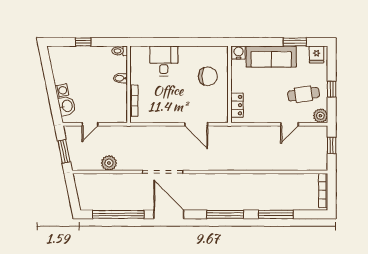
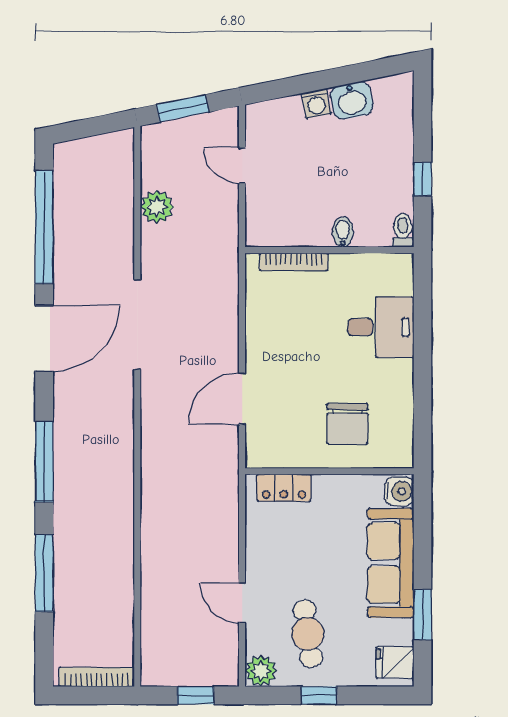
window: (83, 42) -> (423, 179), moved
washbasin: (67, 106) -> (352, 100), moved

